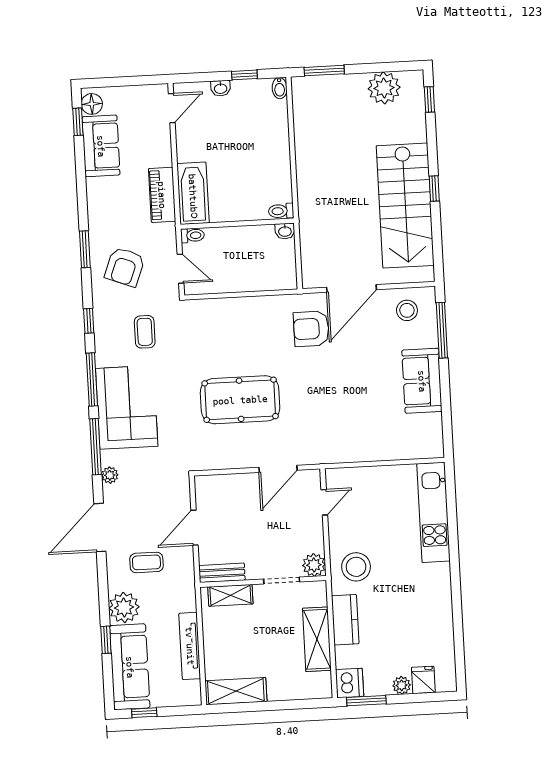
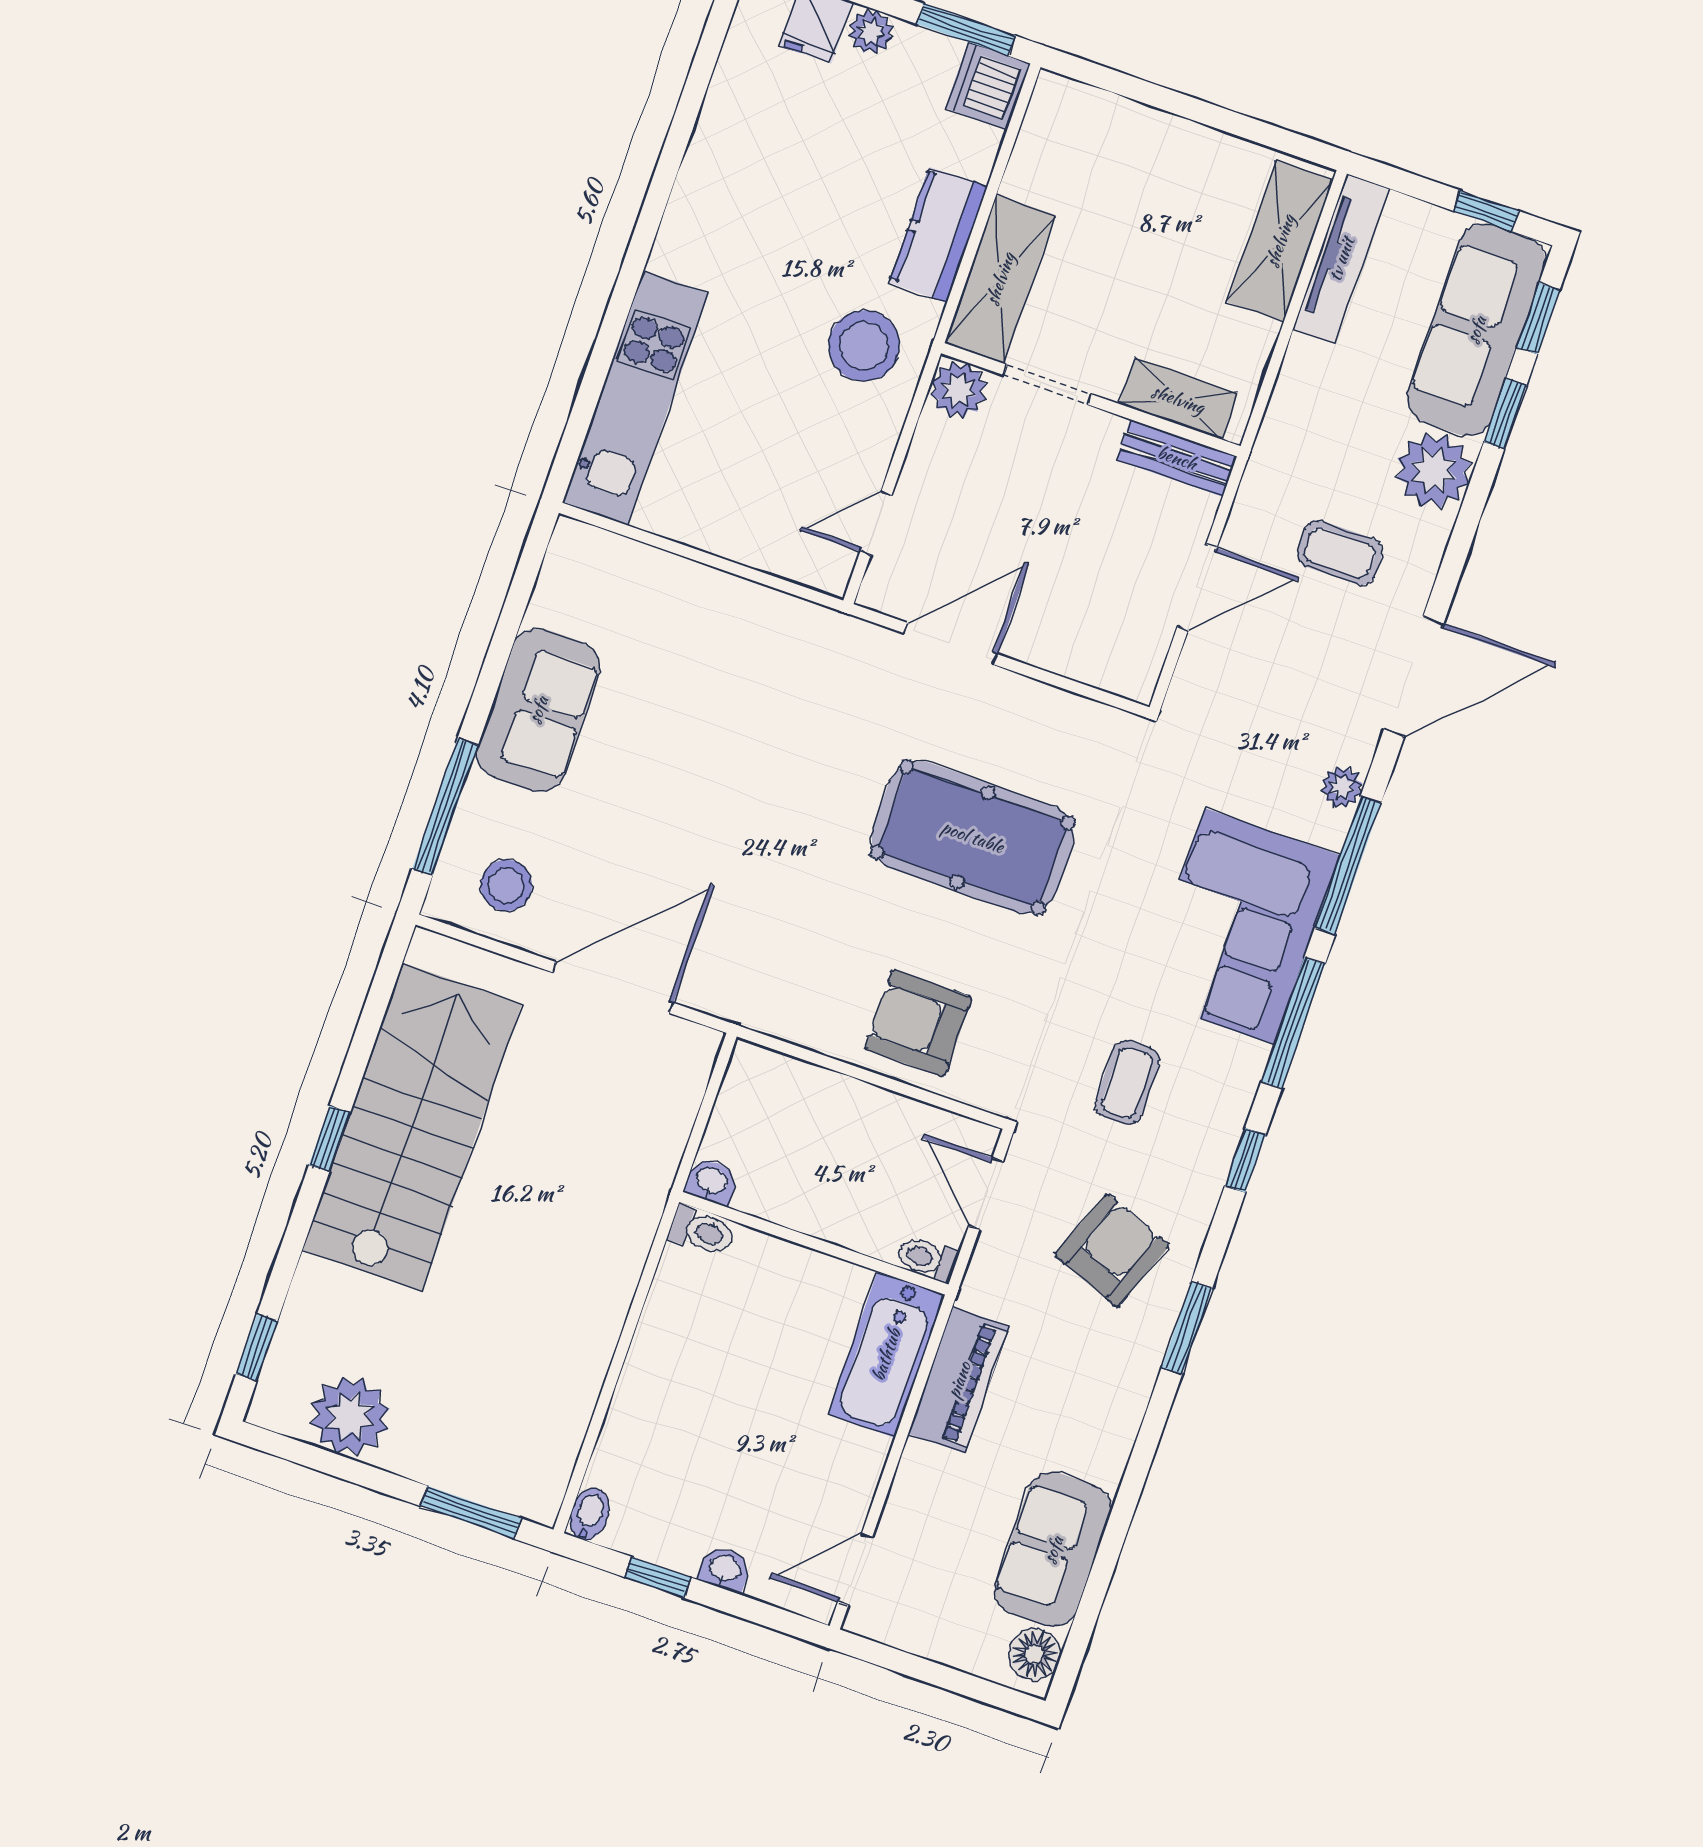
window: (78, 122) -> (1538, 319), moved
armchair: (311, 329) -> (918, 1023), moved, turned 180
shelving: (317, 639) -> (1000, 279), moved
tv unit: (190, 646) -> (1341, 259), moved
shelving: (236, 691) -> (1280, 241), moved, turned 90

